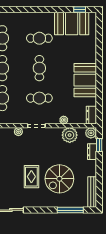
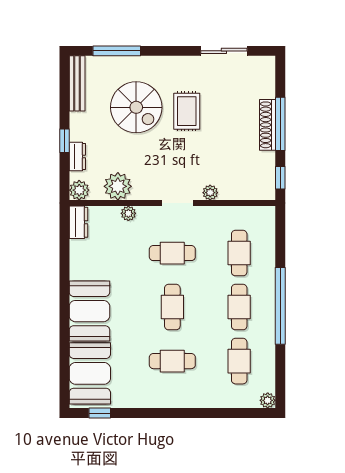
booth: (72, 24) -> (90, 373), moved, turned 90
booth: (85, 80) -> (89, 311), moved
window: (99, 145) -> (64, 141), moved
spiral stairs: (59, 179) -> (136, 107), turned 90

